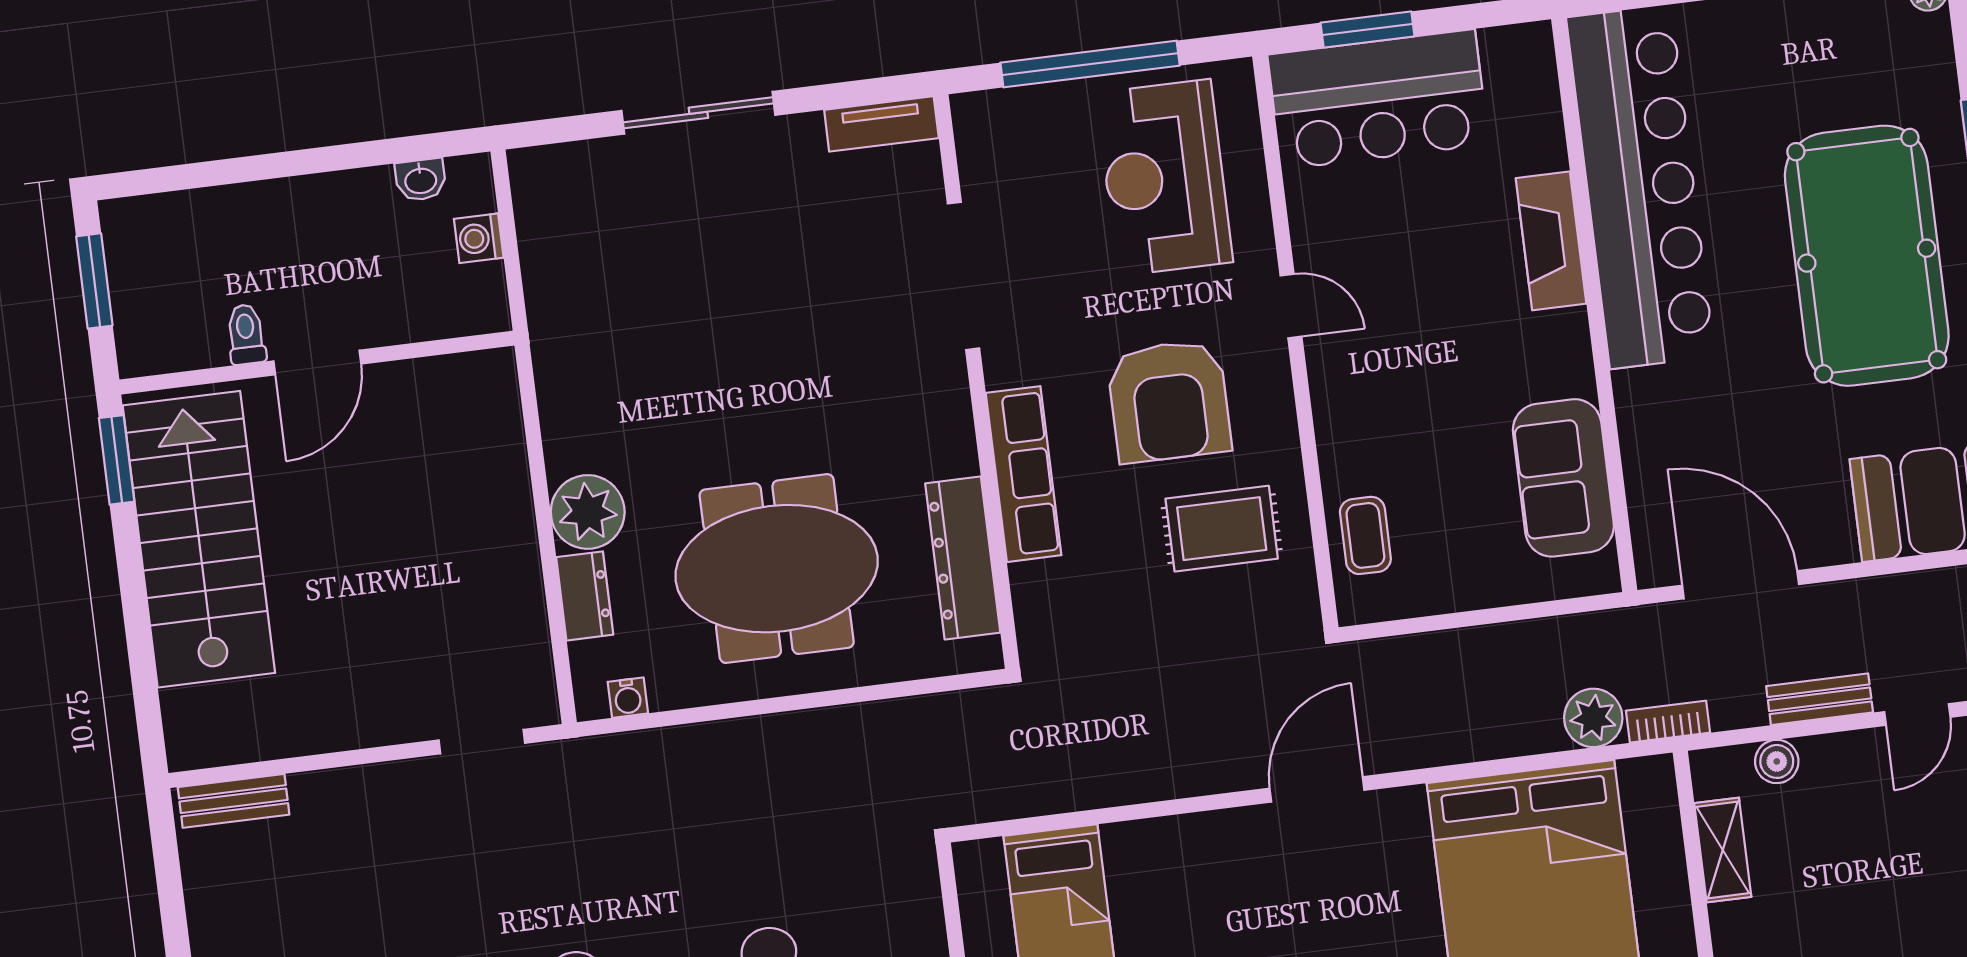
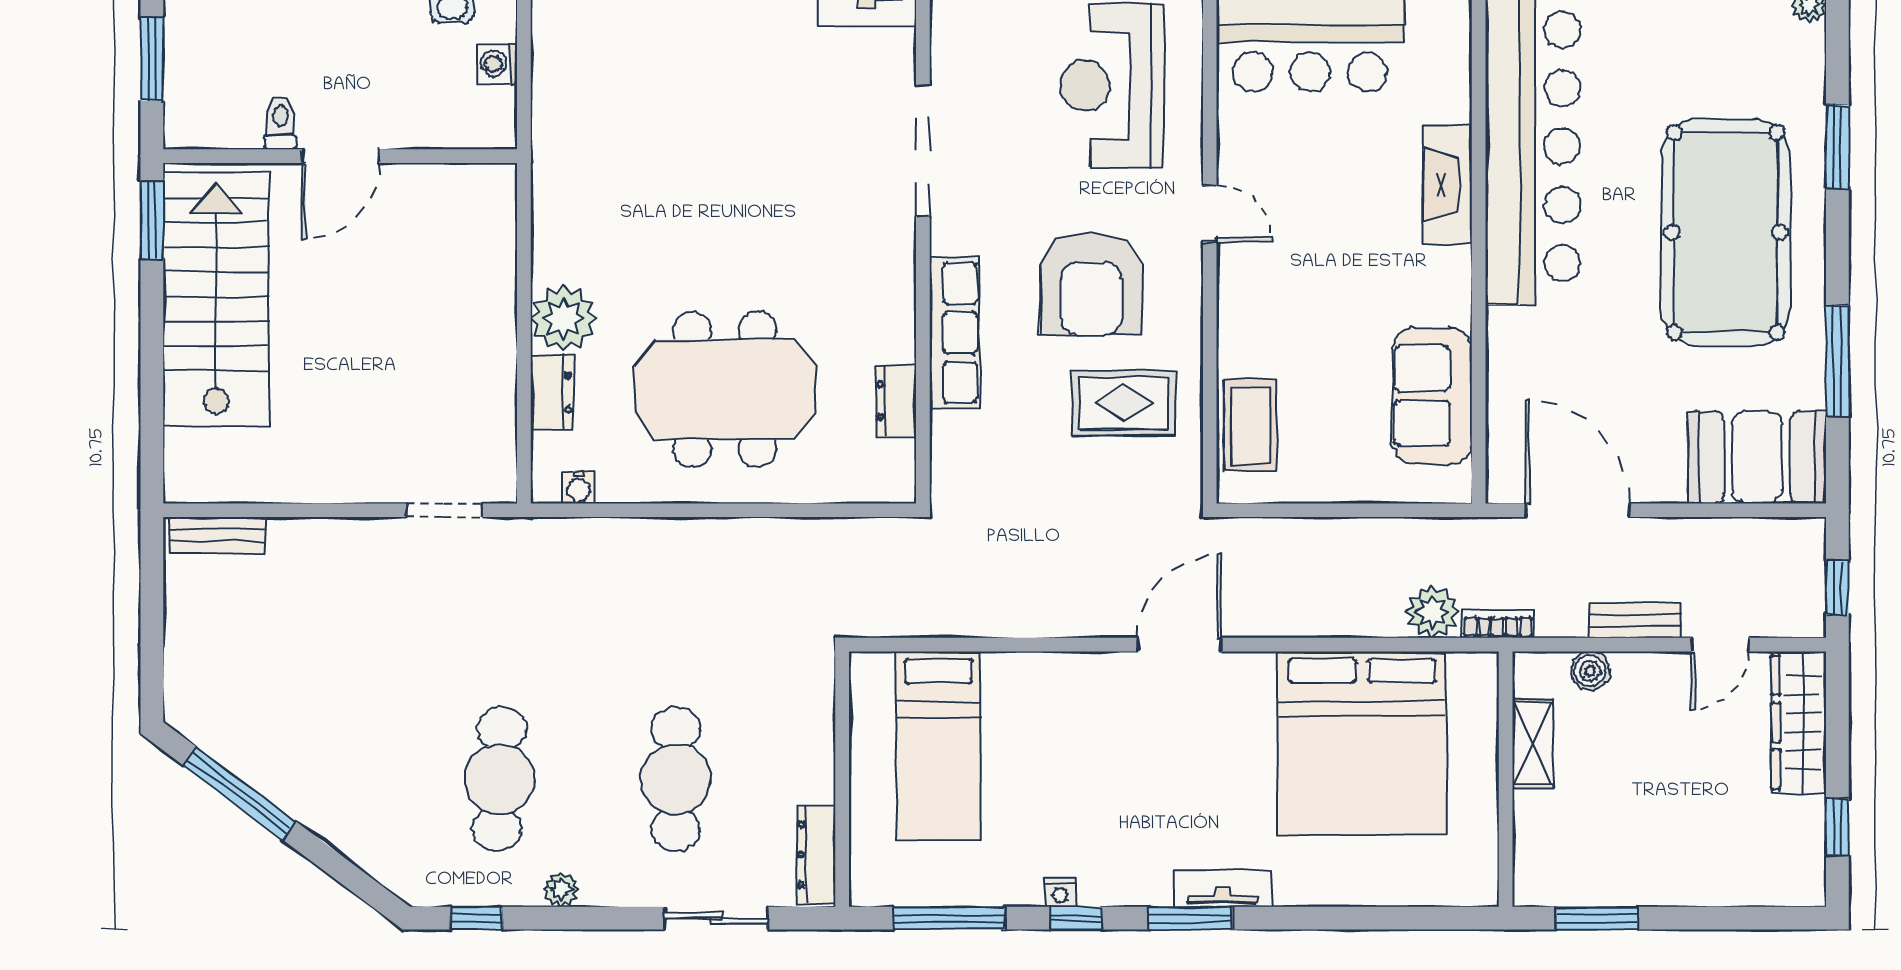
coffee table: (1365, 535) -> (1250, 425), width x1.36, depth x1.30
dresser: (963, 558) -> (896, 401), width x0.51, depth x0.80

